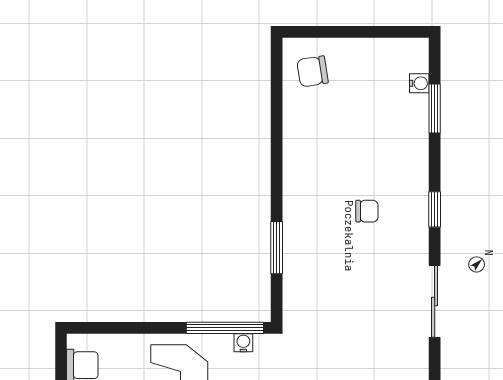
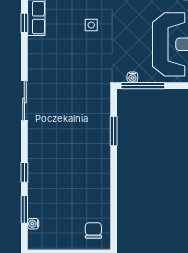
chair: (313, 71) -> (93, 230), turned -81
window: (435, 209) -> (24, 172), moved
chair: (367, 211) -> (63, 152), removed

